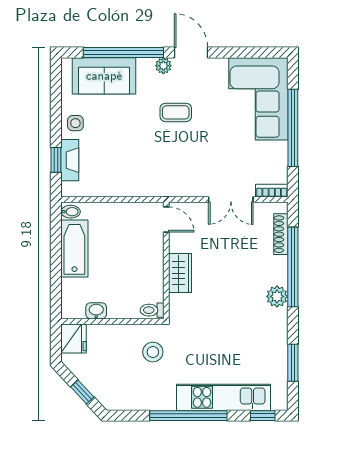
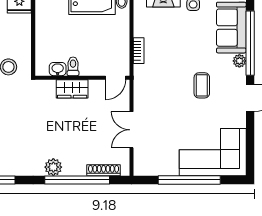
plant: (163, 66) -> (239, 61), moved
bookcase: (272, 191) -> (139, 51), moved
toilet: (152, 310) -> (73, 66), moved
washbasin: (96, 311) -> (58, 69), moved, turned -90

